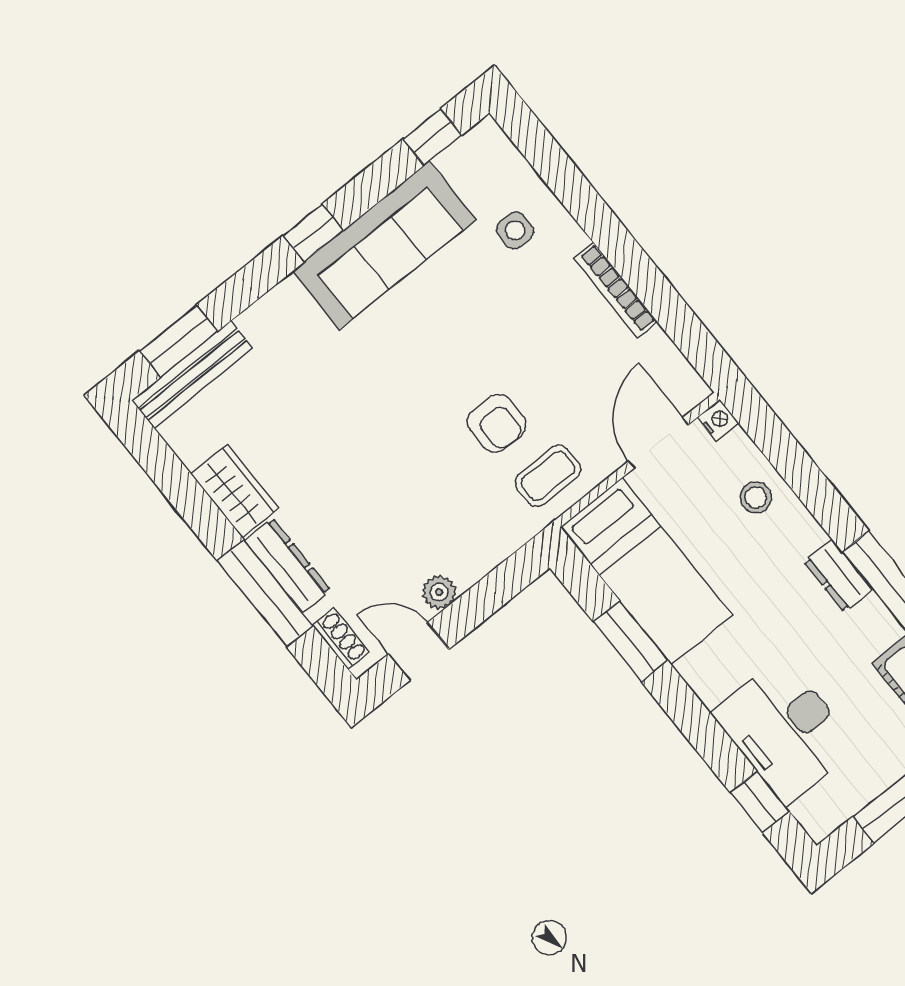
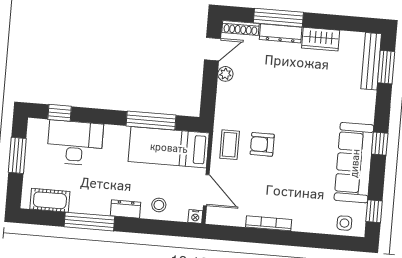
side table: (515, 230) -> (344, 223), moved
dresser: (838, 576) -> (126, 209), moved
shoe rack: (341, 639) -> (241, 28), width x1.43
window: (630, 641) -> (151, 121), width x1.44

